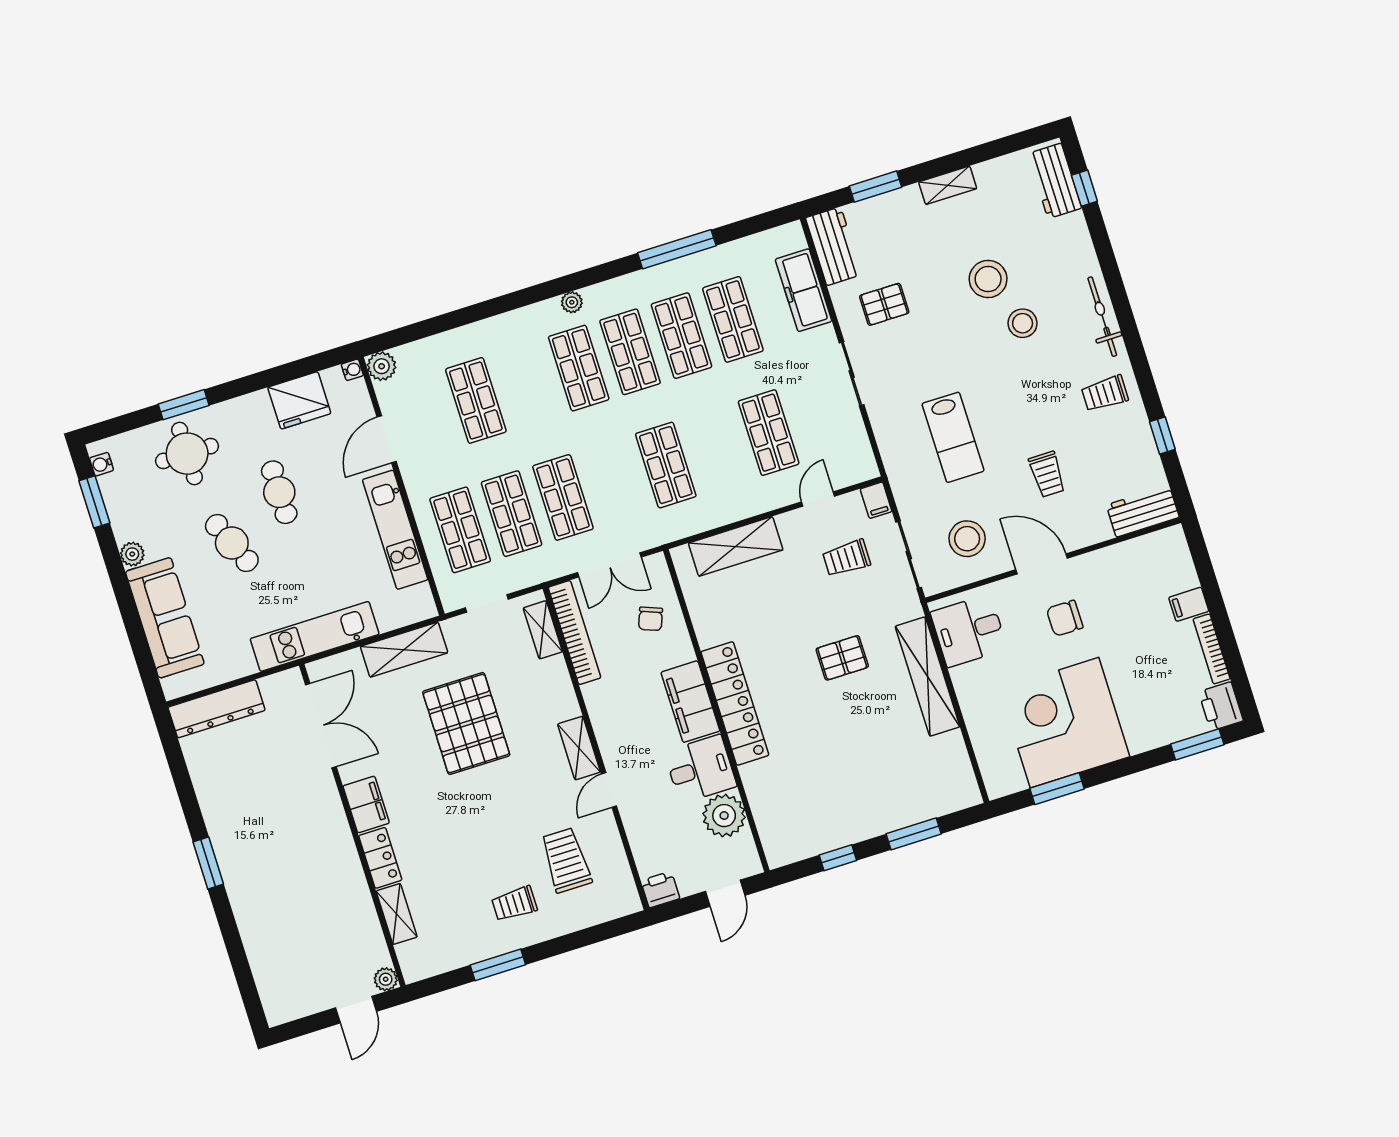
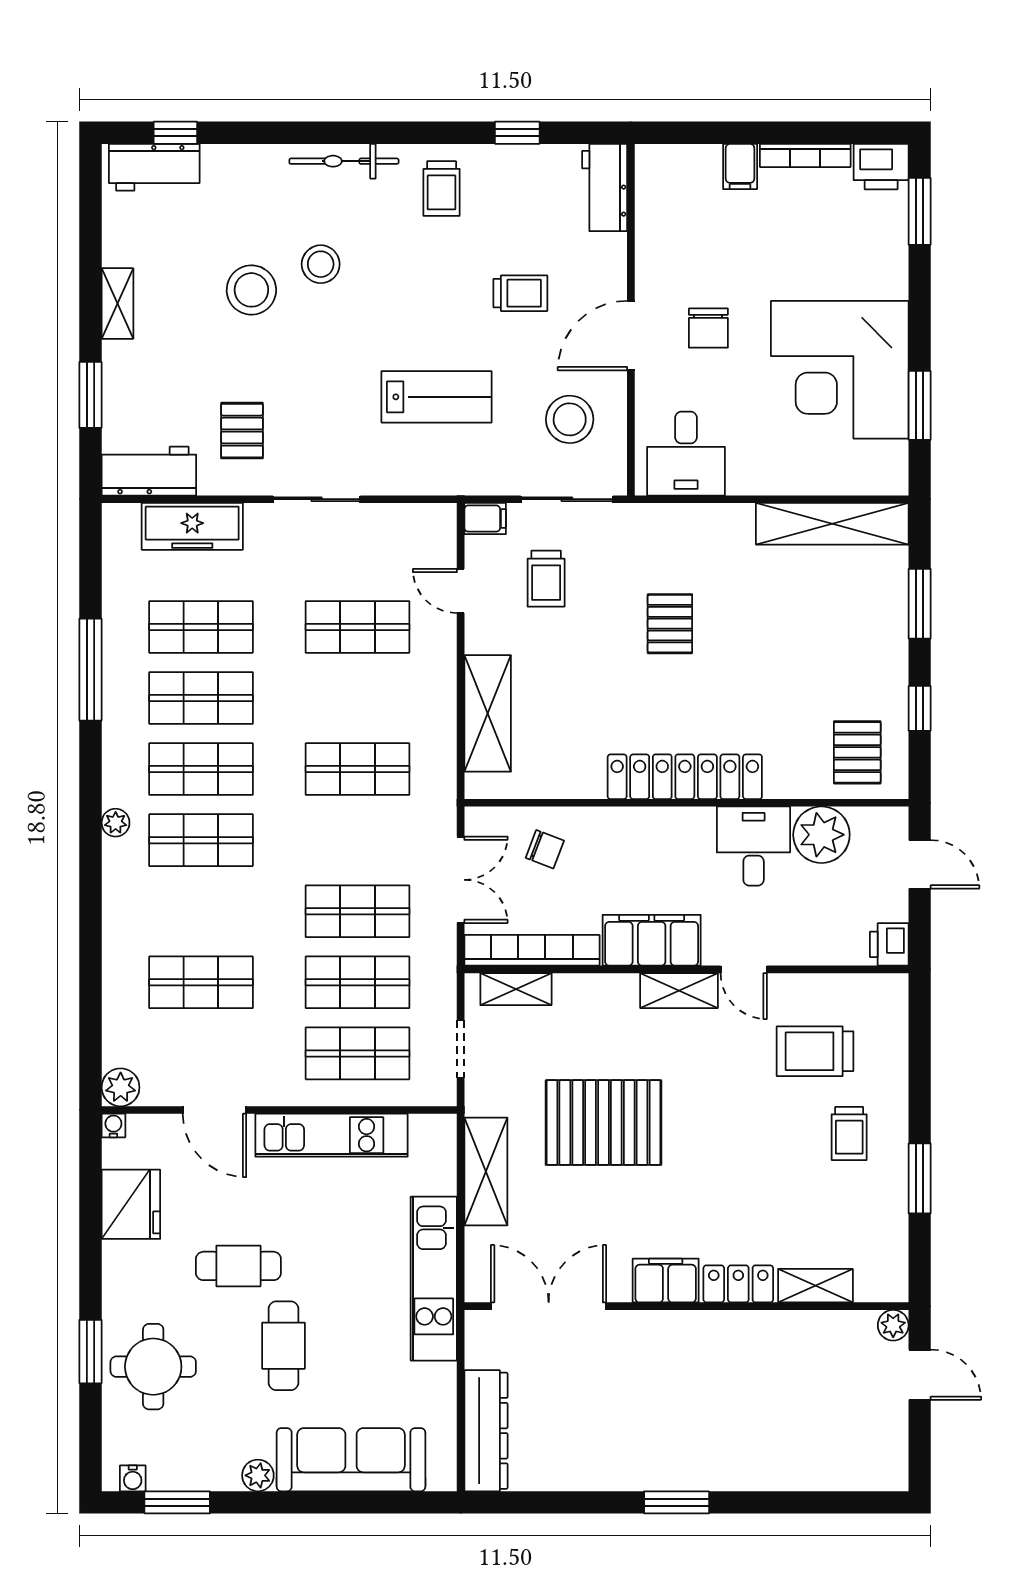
cafe table: (232, 543) -> (283, 1346), turned -67
shelving: (928, 677) -> (832, 524), moved
filing cabinet: (690, 702) -> (652, 940), moved, turned 180
pallet: (792, 823) -> (857, 752), added

